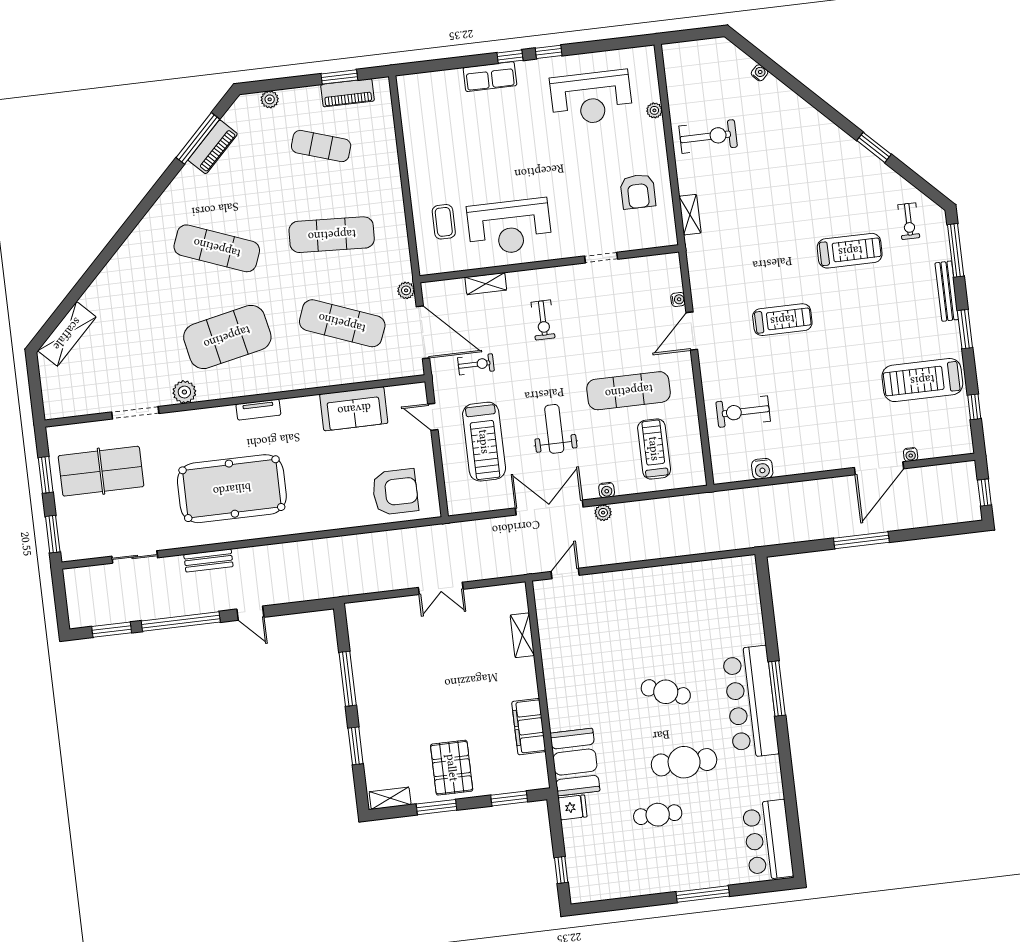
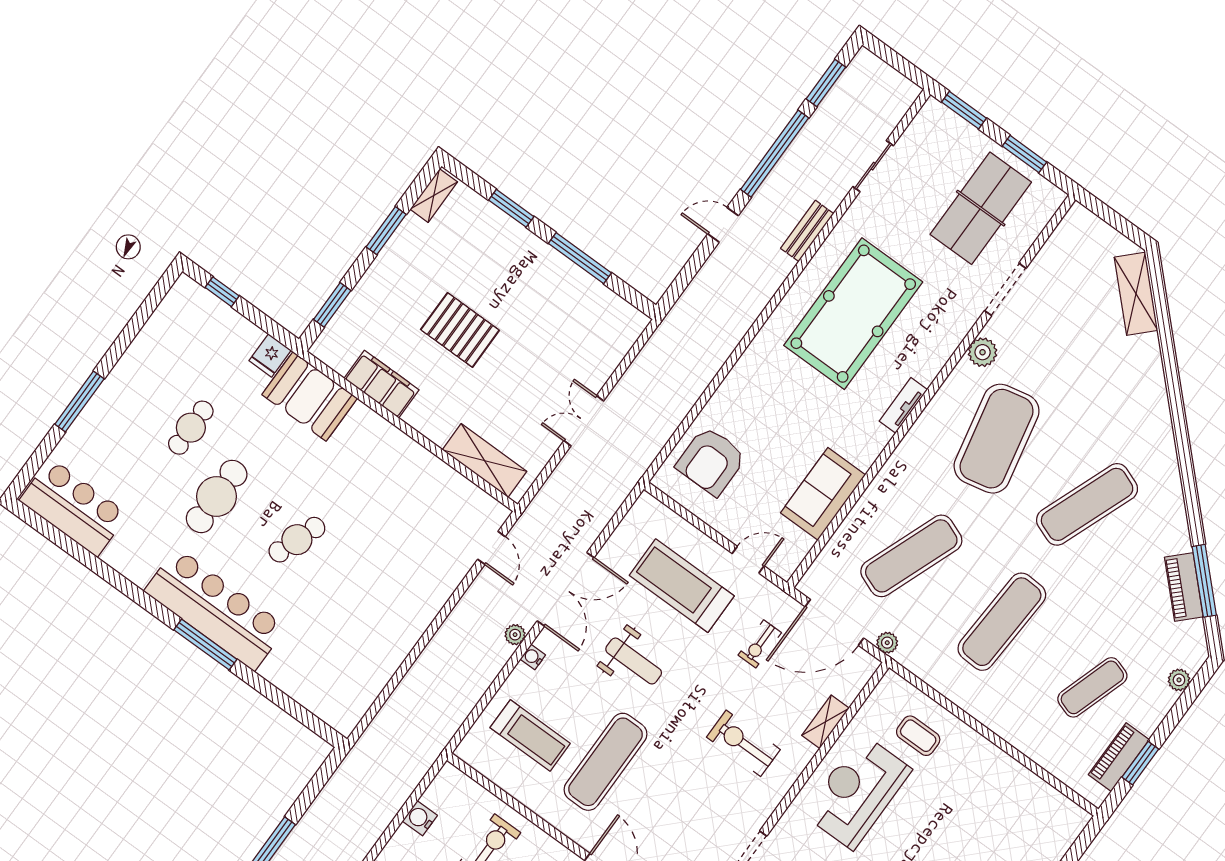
exercise bike: (543, 320) -> (743, 743), width x1.38, depth x1.39
shelving: (522, 635) -> (484, 461), width x1.50, depth x1.33
pallet: (452, 768) -> (460, 330), moved

